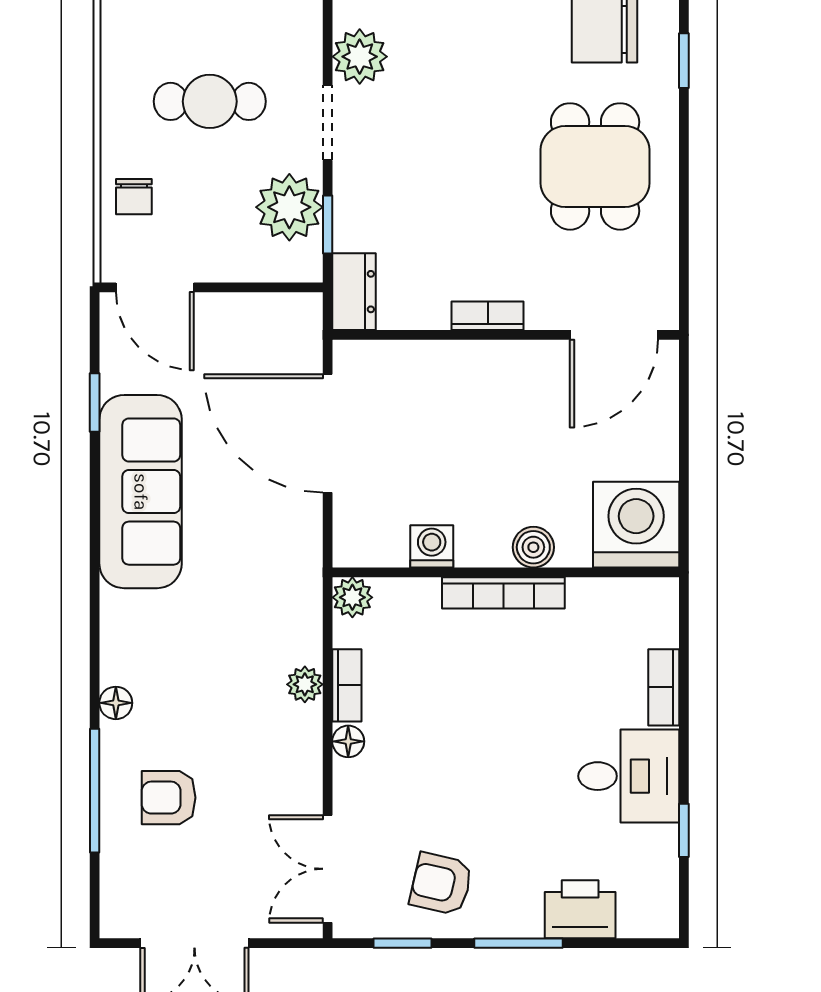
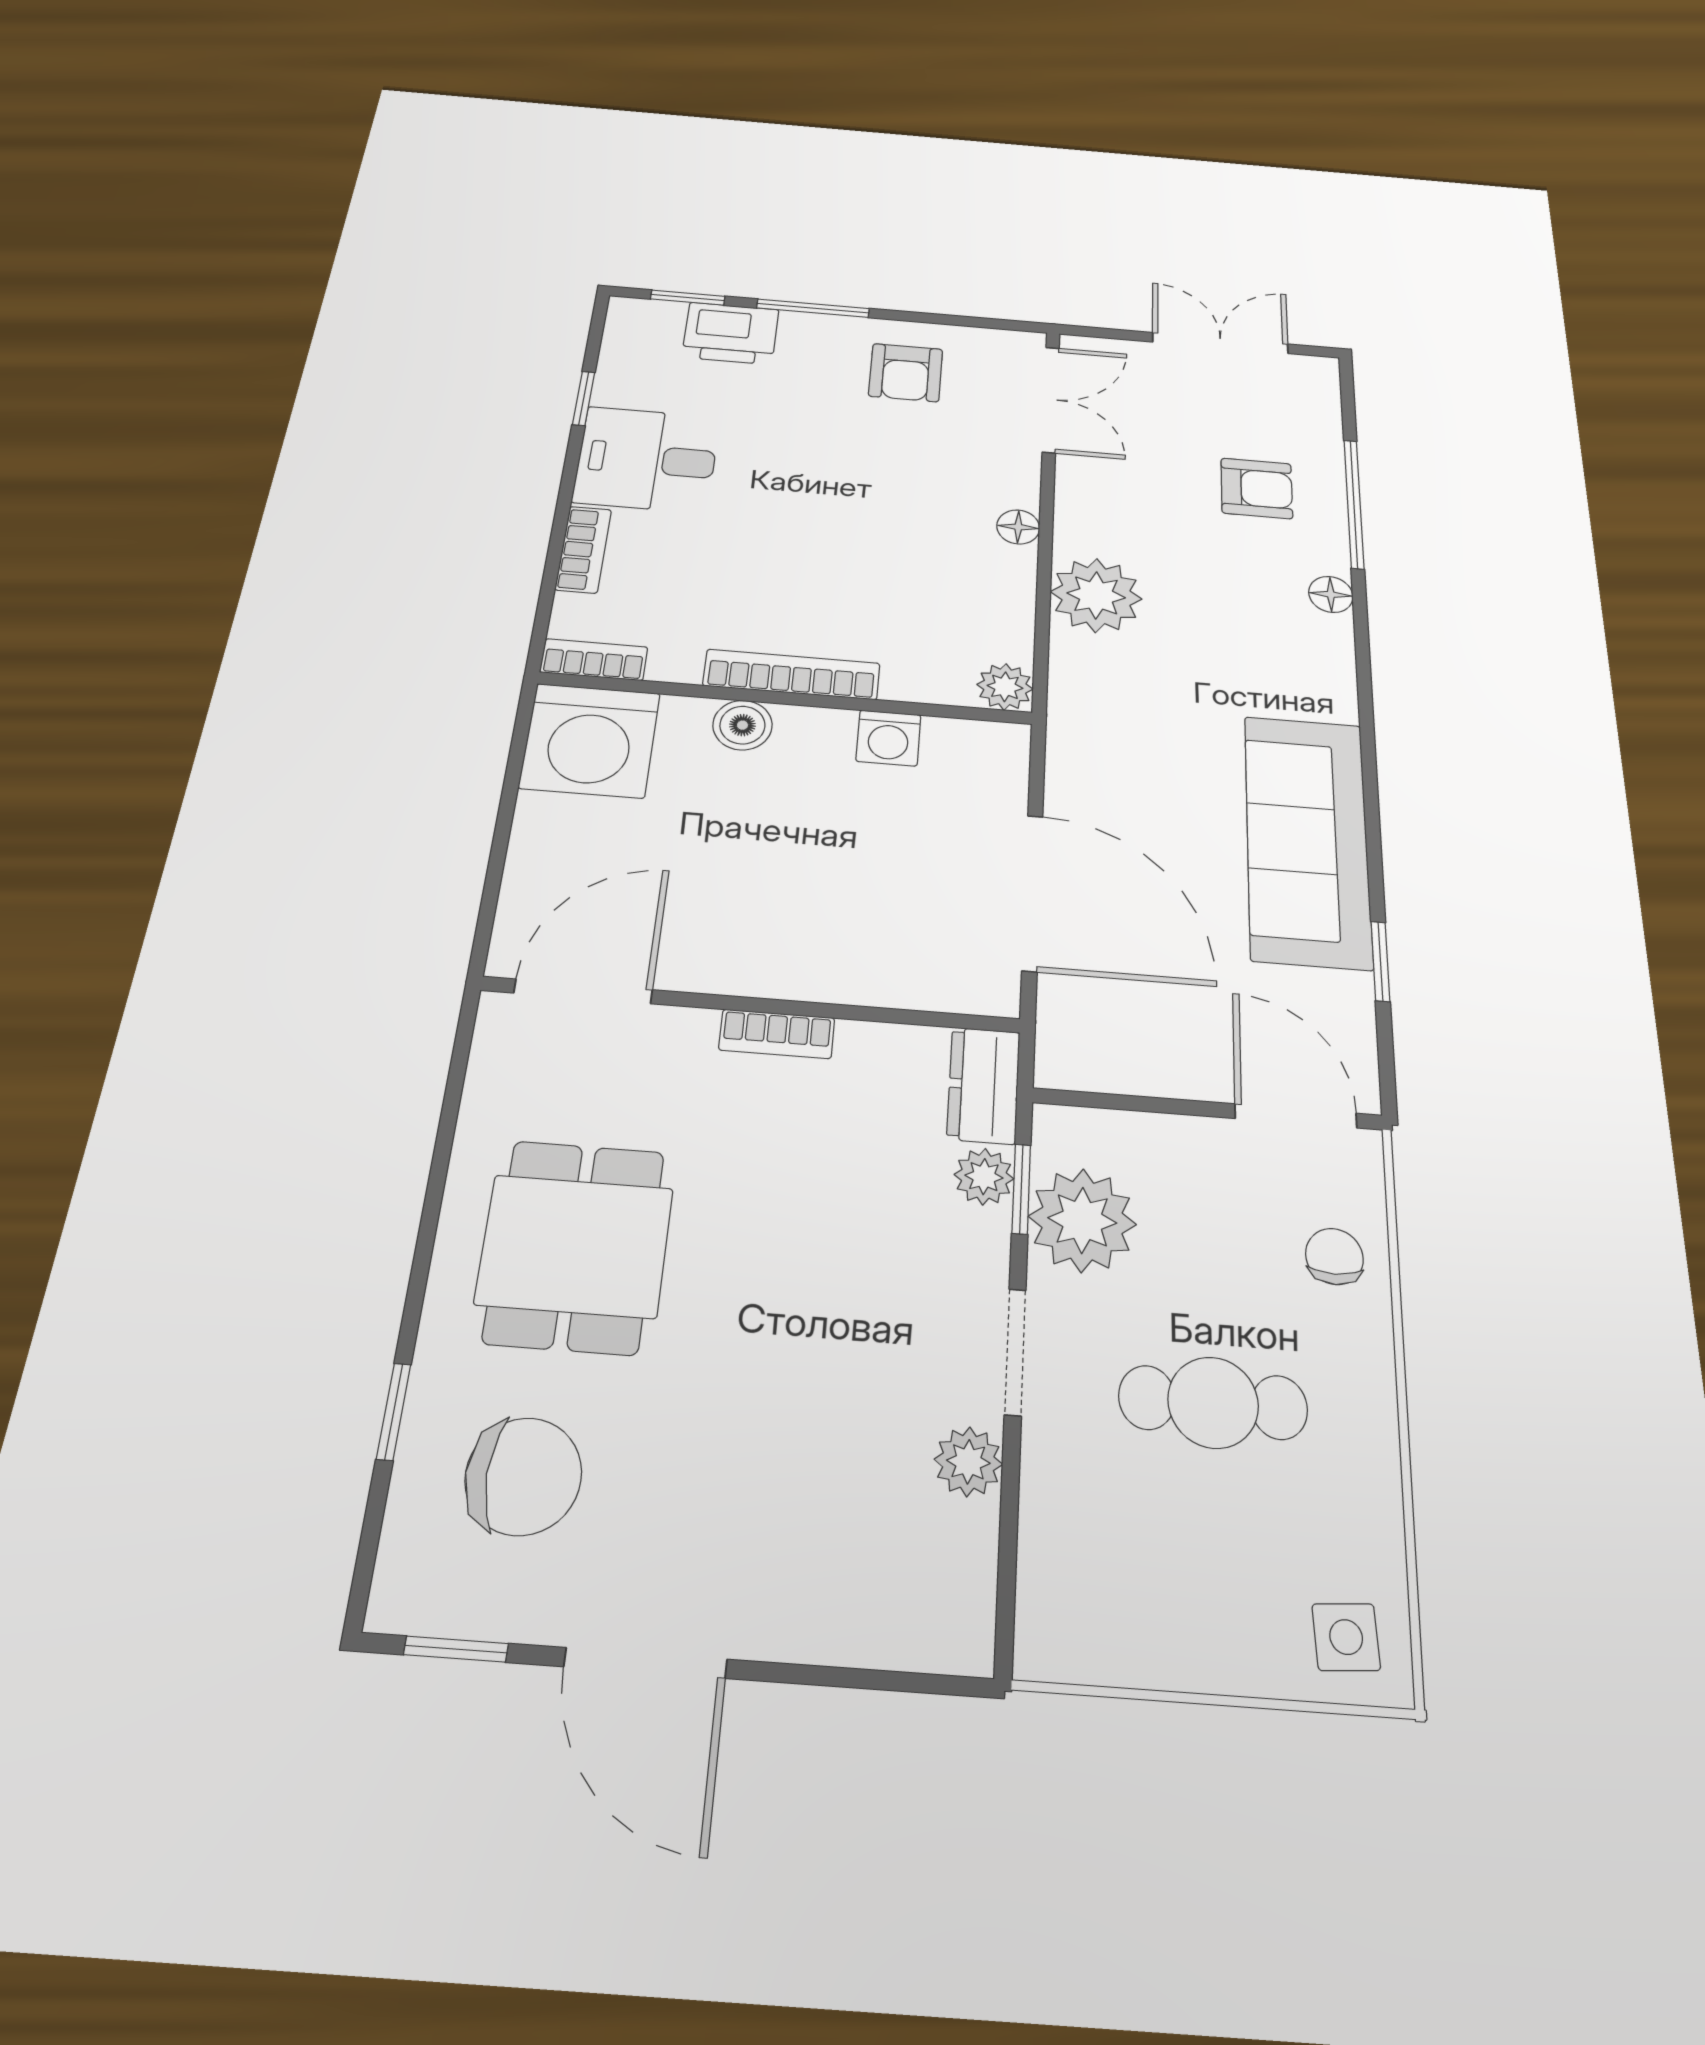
plant: (360, 57) -> (968, 1462), width x0.73, depth x0.73
plant: (351, 231) -> (984, 1177), added
plant: (305, 684) -> (1096, 595), width x1.87, depth x1.87
bookcase: (347, 685) -> (594, 660), moved, turned 90
armchair: (441, 884) -> (906, 373), turned 77
window: (402, 943) -> (688, 298), moved

